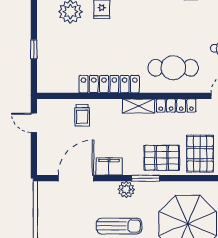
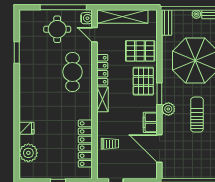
locker: (109, 84) -> (85, 144), moved

